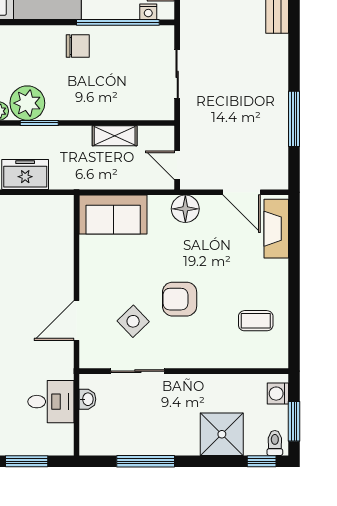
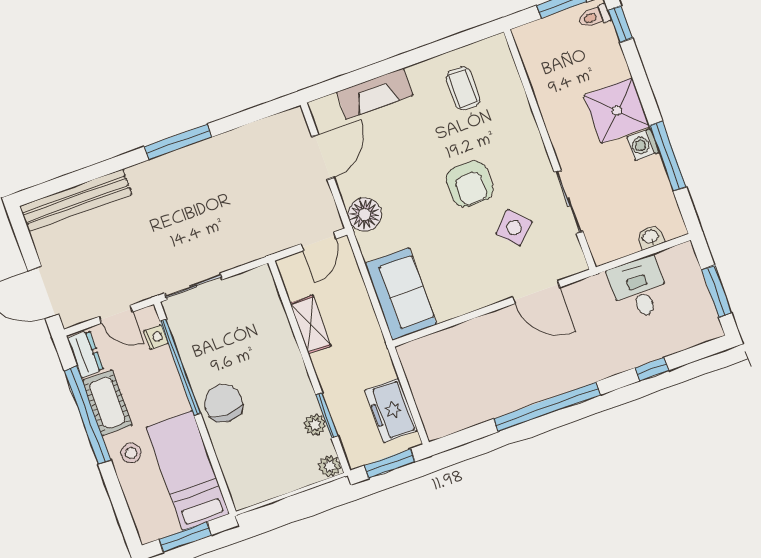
chair: (78, 46) -> (223, 403), width x1.37, depth x1.37
sliding door: (177, 74) -> (193, 286), moved
plant: (27, 103) -> (315, 425), width x0.53, depth x0.53
window: (294, 119) -> (178, 142), moved
fireplace: (276, 229) -> (375, 94), moved
washing machine: (278, 394) -> (643, 145), moved, turned 90
washbasin: (87, 399) -> (650, 237), moved
shower: (222, 434) -> (617, 111), moved

